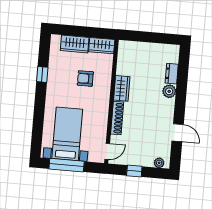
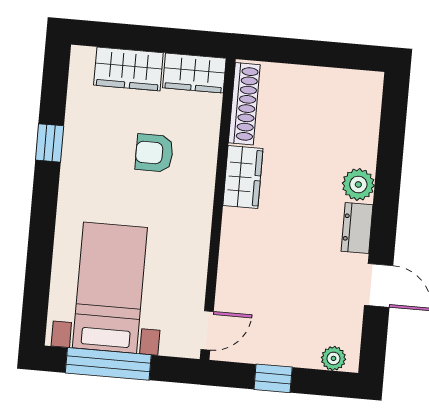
dresser: (172, 74) -> (357, 228), moved
shoe rack: (117, 118) -> (244, 104), moved

